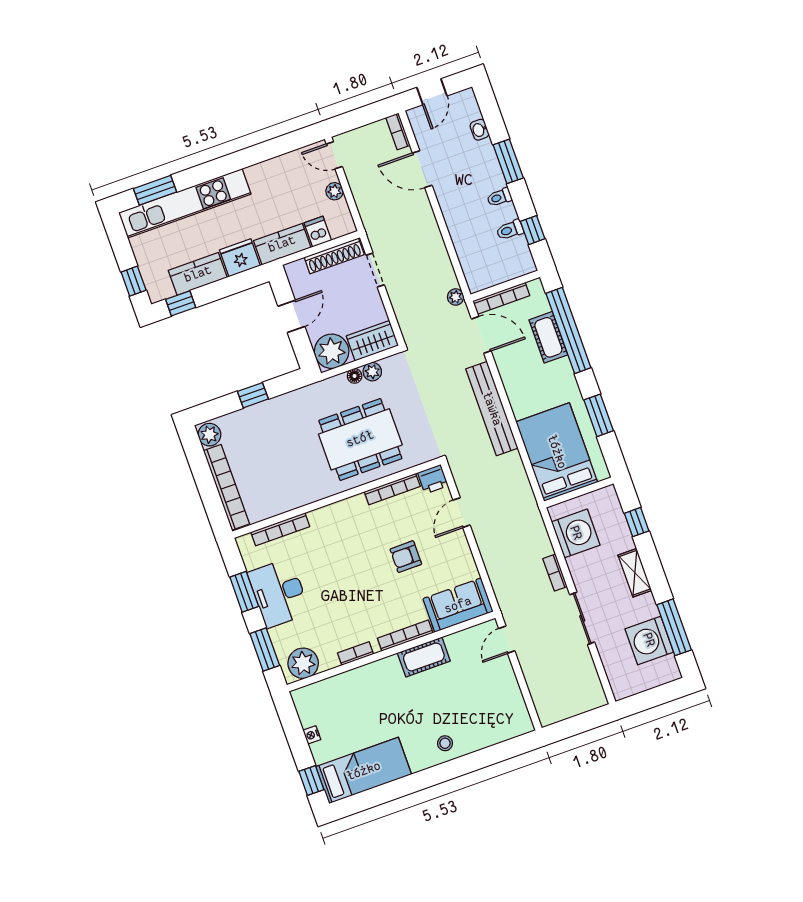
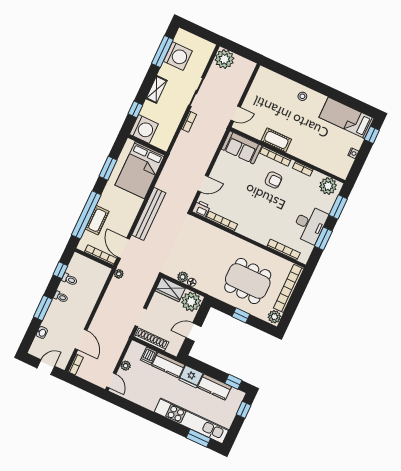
dining table: (360, 439) -> (248, 281), moved
washing machine: (576, 533) -> (144, 129), moved, turned 180
armchair: (406, 557) -> (273, 180), moved
plant: (588, 694) -> (224, 59), added

